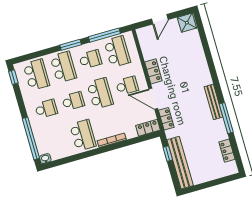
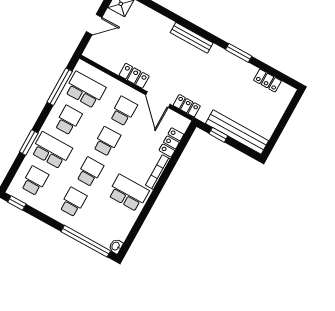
door: (160, 19) -> (94, 24), hinge flipped
window: (71, 45) -> (29, 143), moved
school desk: (36, 75) -> (35, 181), width x0.54
school desk: (100, 93) -> (107, 141), width x0.54
door: (153, 99) -> (158, 100), hinge flipped
bench: (214, 102) -> (192, 38), moved
window: (226, 118) -> (239, 53), width x0.69
locker: (148, 128) -> (171, 142), moved

